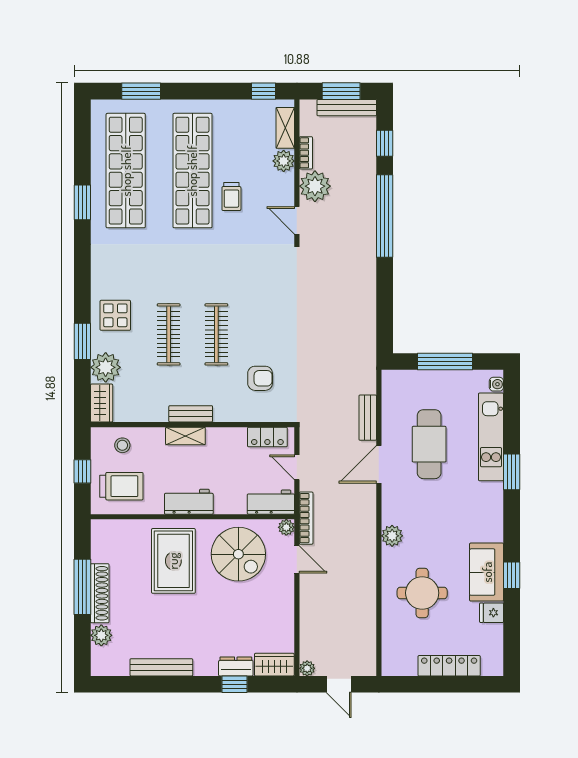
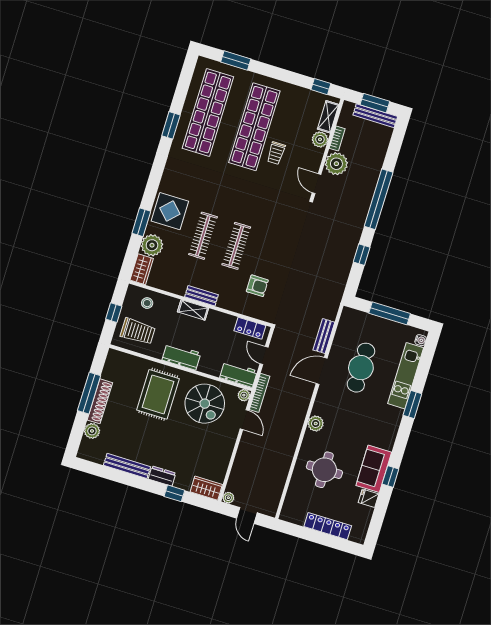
window: (385, 143) -> (362, 255), moved
display table: (115, 315) -> (170, 211), width x1.36, depth x1.36
dresser: (236, 666) -> (162, 476), moved

